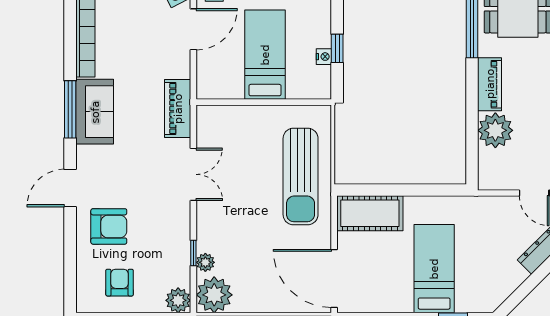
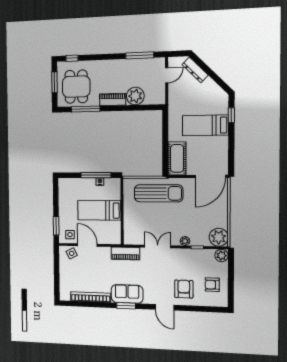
window: (337, 48) -> (96, 175), width x2.17
window: (70, 109) -> (126, 306), width x0.69
plant: (205, 262) -> (185, 241), moved

